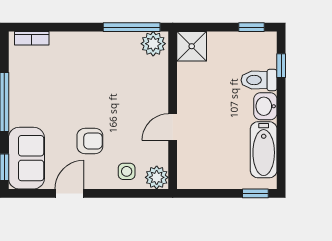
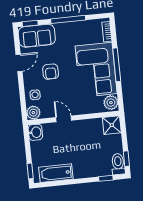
window: (132, 27) -> (117, 65), moved
corner sofa: (95, 63) -> (96, 70), added
toilet: (259, 80) -> (118, 164), moved
washbasin: (265, 106) -> (35, 132), moved, turned 90
door: (70, 193) -> (19, 63), hinge flipped

